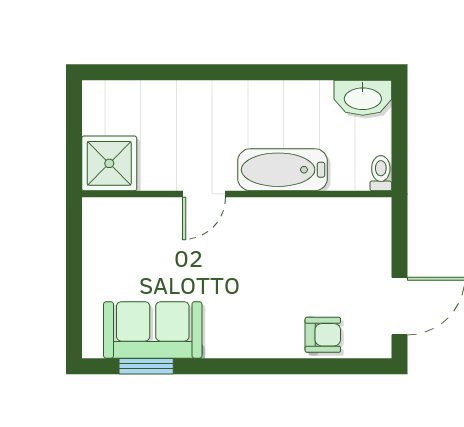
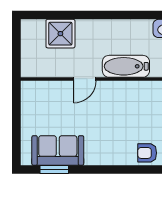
shower: (109, 163) -> (60, 34), moved
armchair: (323, 335) -> (147, 153), turned 180

